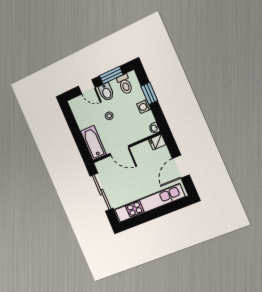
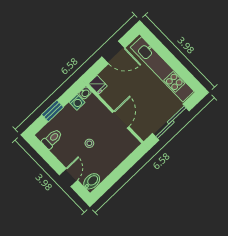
window: (111, 75) -> (48, 156), removed
bidet: (106, 92) -> (92, 181), moved
washing machine: (144, 107) -> (77, 102), moved
bathtub: (93, 143) -> (123, 150), removed

